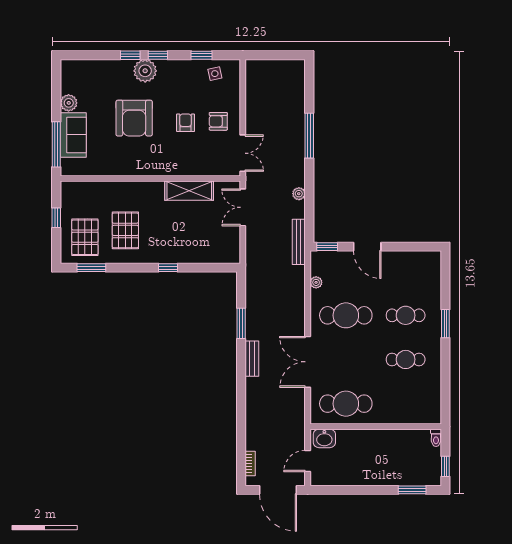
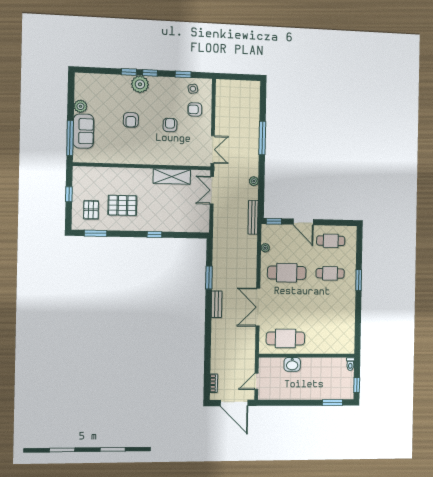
armchair: (134, 118) -> (131, 120), width x0.53, depth x0.53
armchair: (218, 121) -> (195, 109), moved
pallet: (125, 230) -> (122, 205), turned 90
pallet: (85, 237) -> (91, 210), width x0.67, depth x0.71
cafe table: (406, 359) -> (331, 241), moved
washbasin: (324, 438) -> (292, 364), moved

